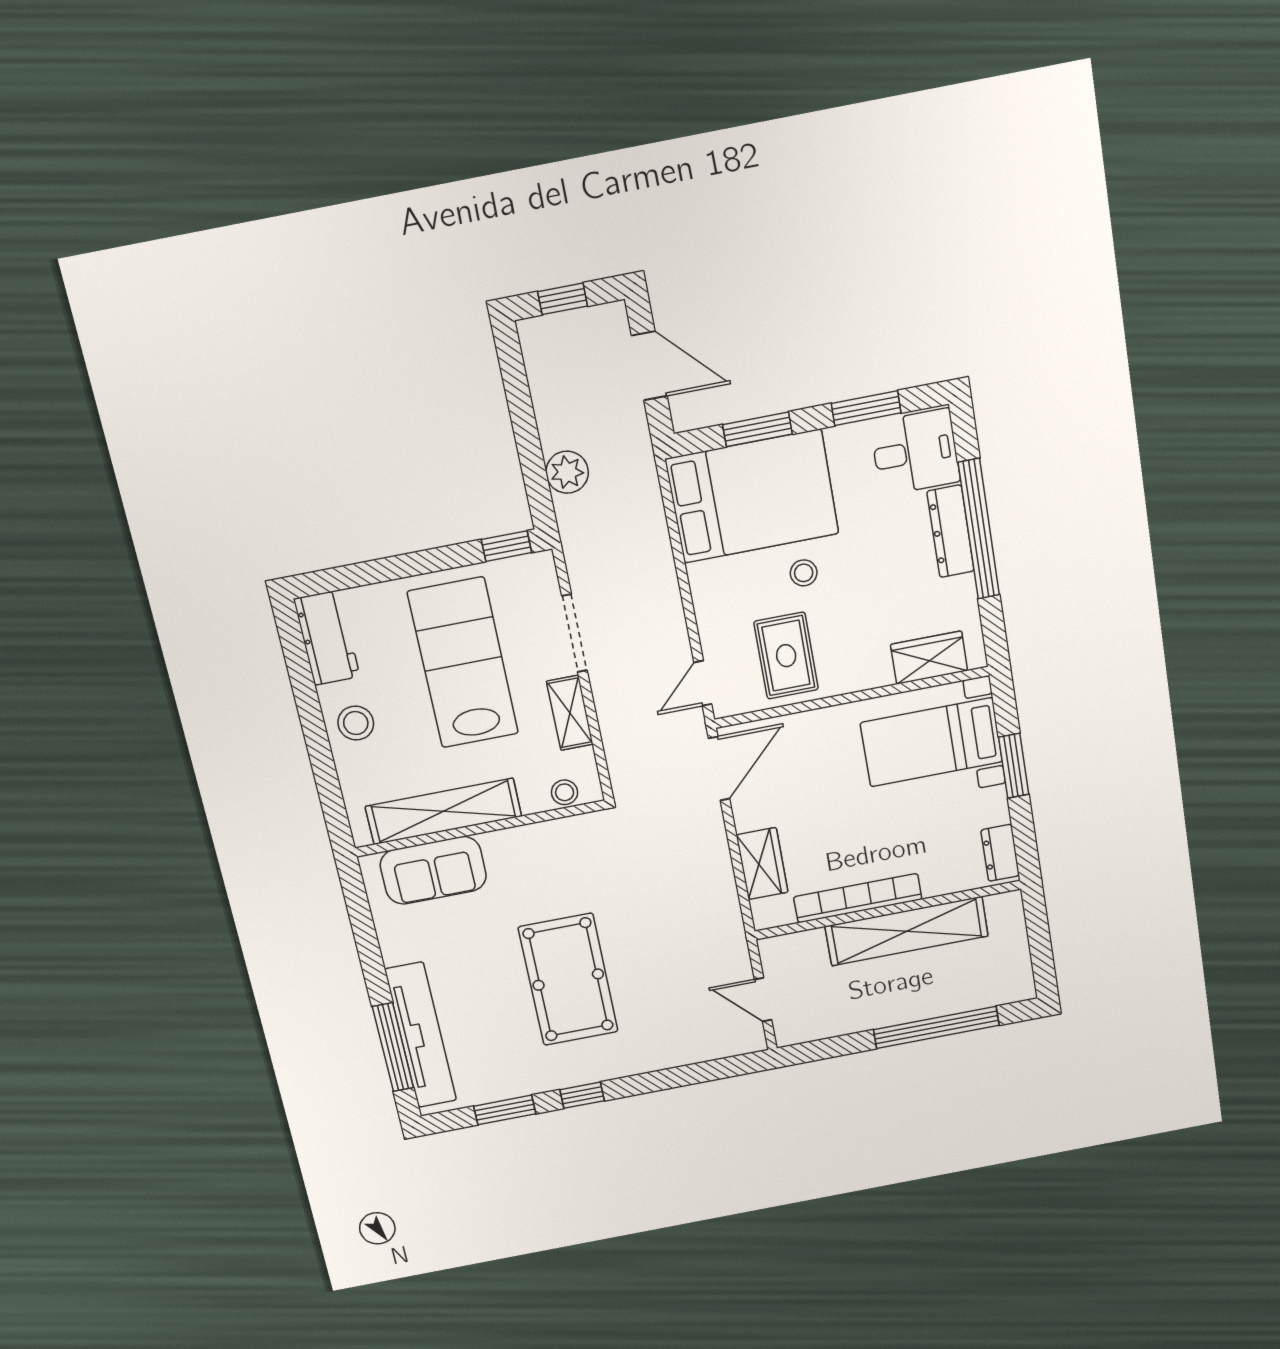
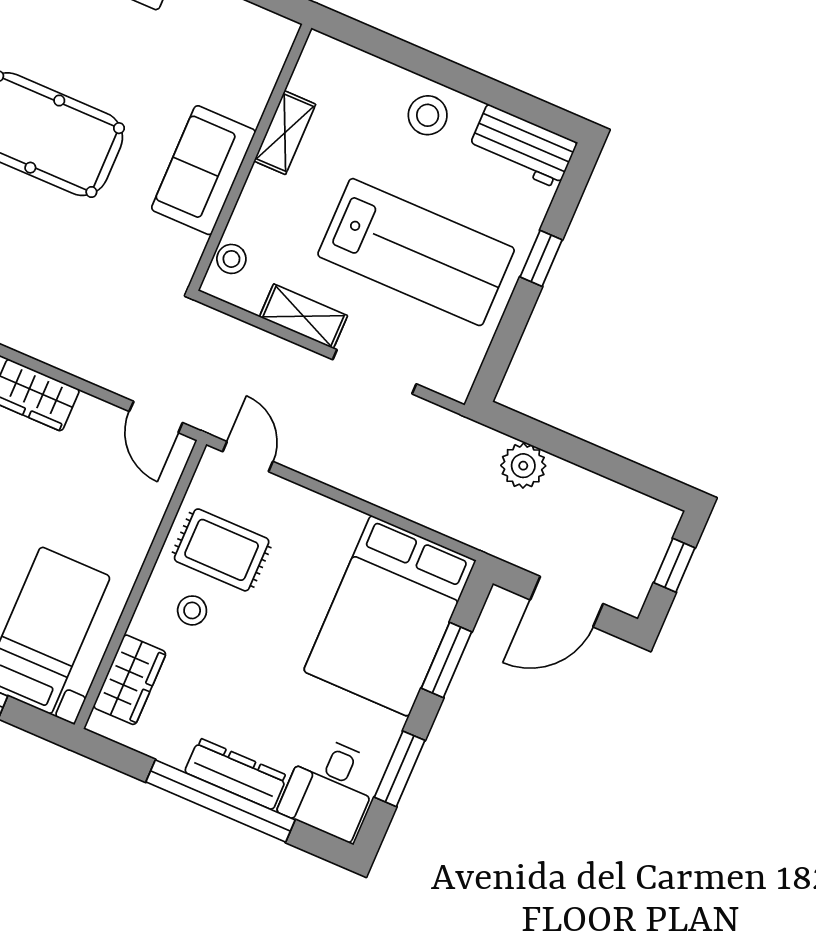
window: (507, 546) -> (541, 258), moved
stool: (804, 573) -> (192, 610), moved
door: (719, 769) -> (156, 417), width x0.73
shelving: (444, 811) -> (285, 133), width x0.45, depth x0.75
sofa: (433, 870) -> (203, 170), moved

